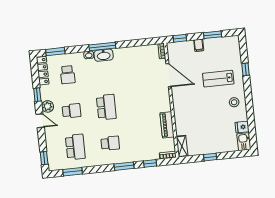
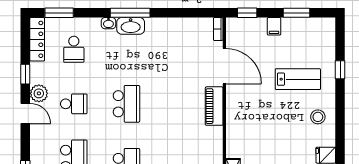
lab bench: (218, 79) -> (298, 79), turned 180
piano: (167, 125) -> (214, 106), moved

